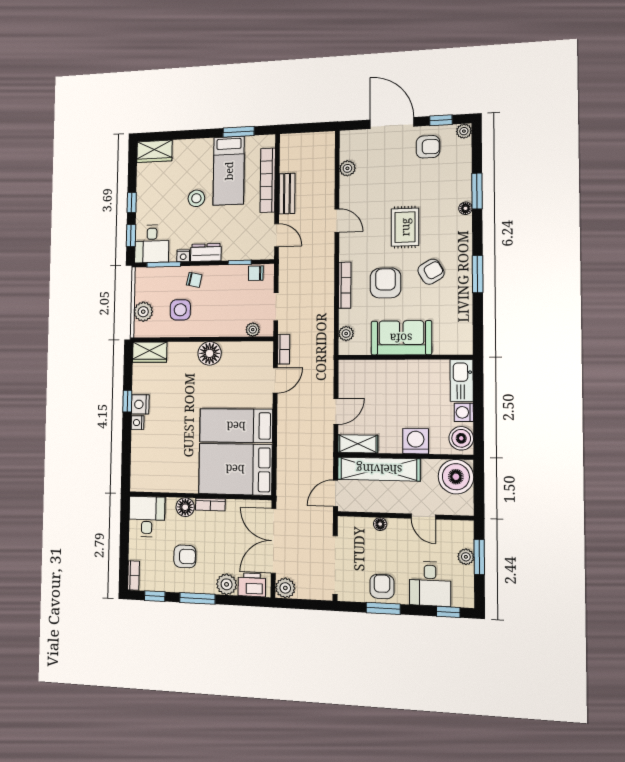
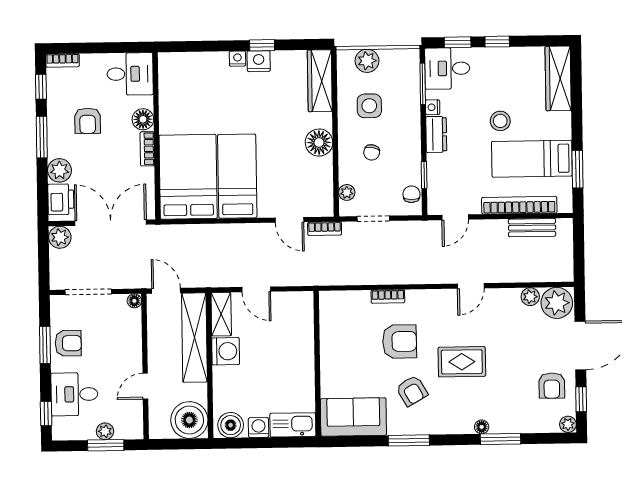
wardrobe: (154, 151) -> (558, 78), width x1.50
bench: (287, 194) -> (532, 228), moved
chair: (194, 280) -> (372, 152), moved
bookcase: (345, 285) -> (388, 297), width x0.64
plant: (346, 334) -> (557, 303), moved, width x1.87, depth x1.87
sofa: (401, 338) -> (353, 417), moved, turned -90
wardrobe: (150, 352) -> (320, 81), width x1.50
washing machine: (416, 441) -> (226, 351), moved
floor lamp: (380, 524) -> (134, 301), moved
doorway: (335, 565) -> (88, 292), width x0.73

